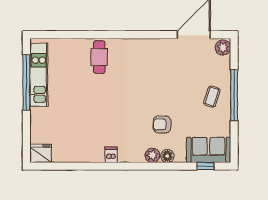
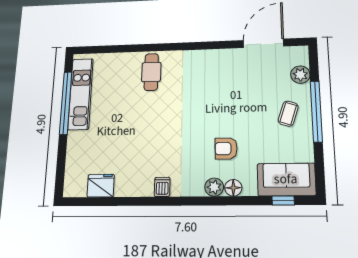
plant: (223, 48) -> (300, 75), moved
fridge: (41, 153) -> (101, 186), moved

